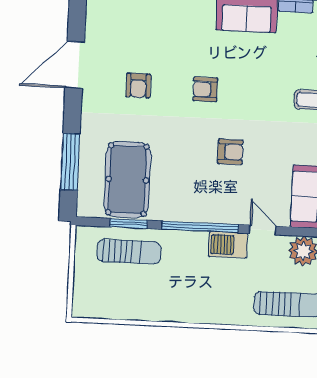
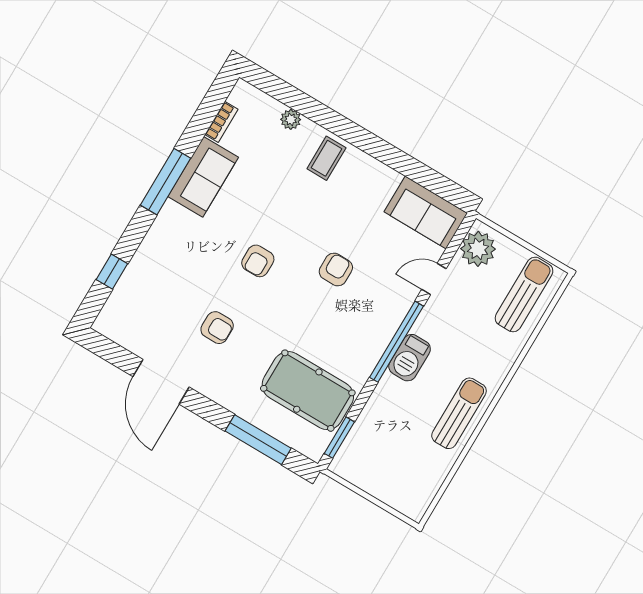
window: (129, 224) -> (339, 438), moved
barbecue: (228, 245) -> (410, 358), moved
sun lounger: (129, 252) -> (459, 413), moved

